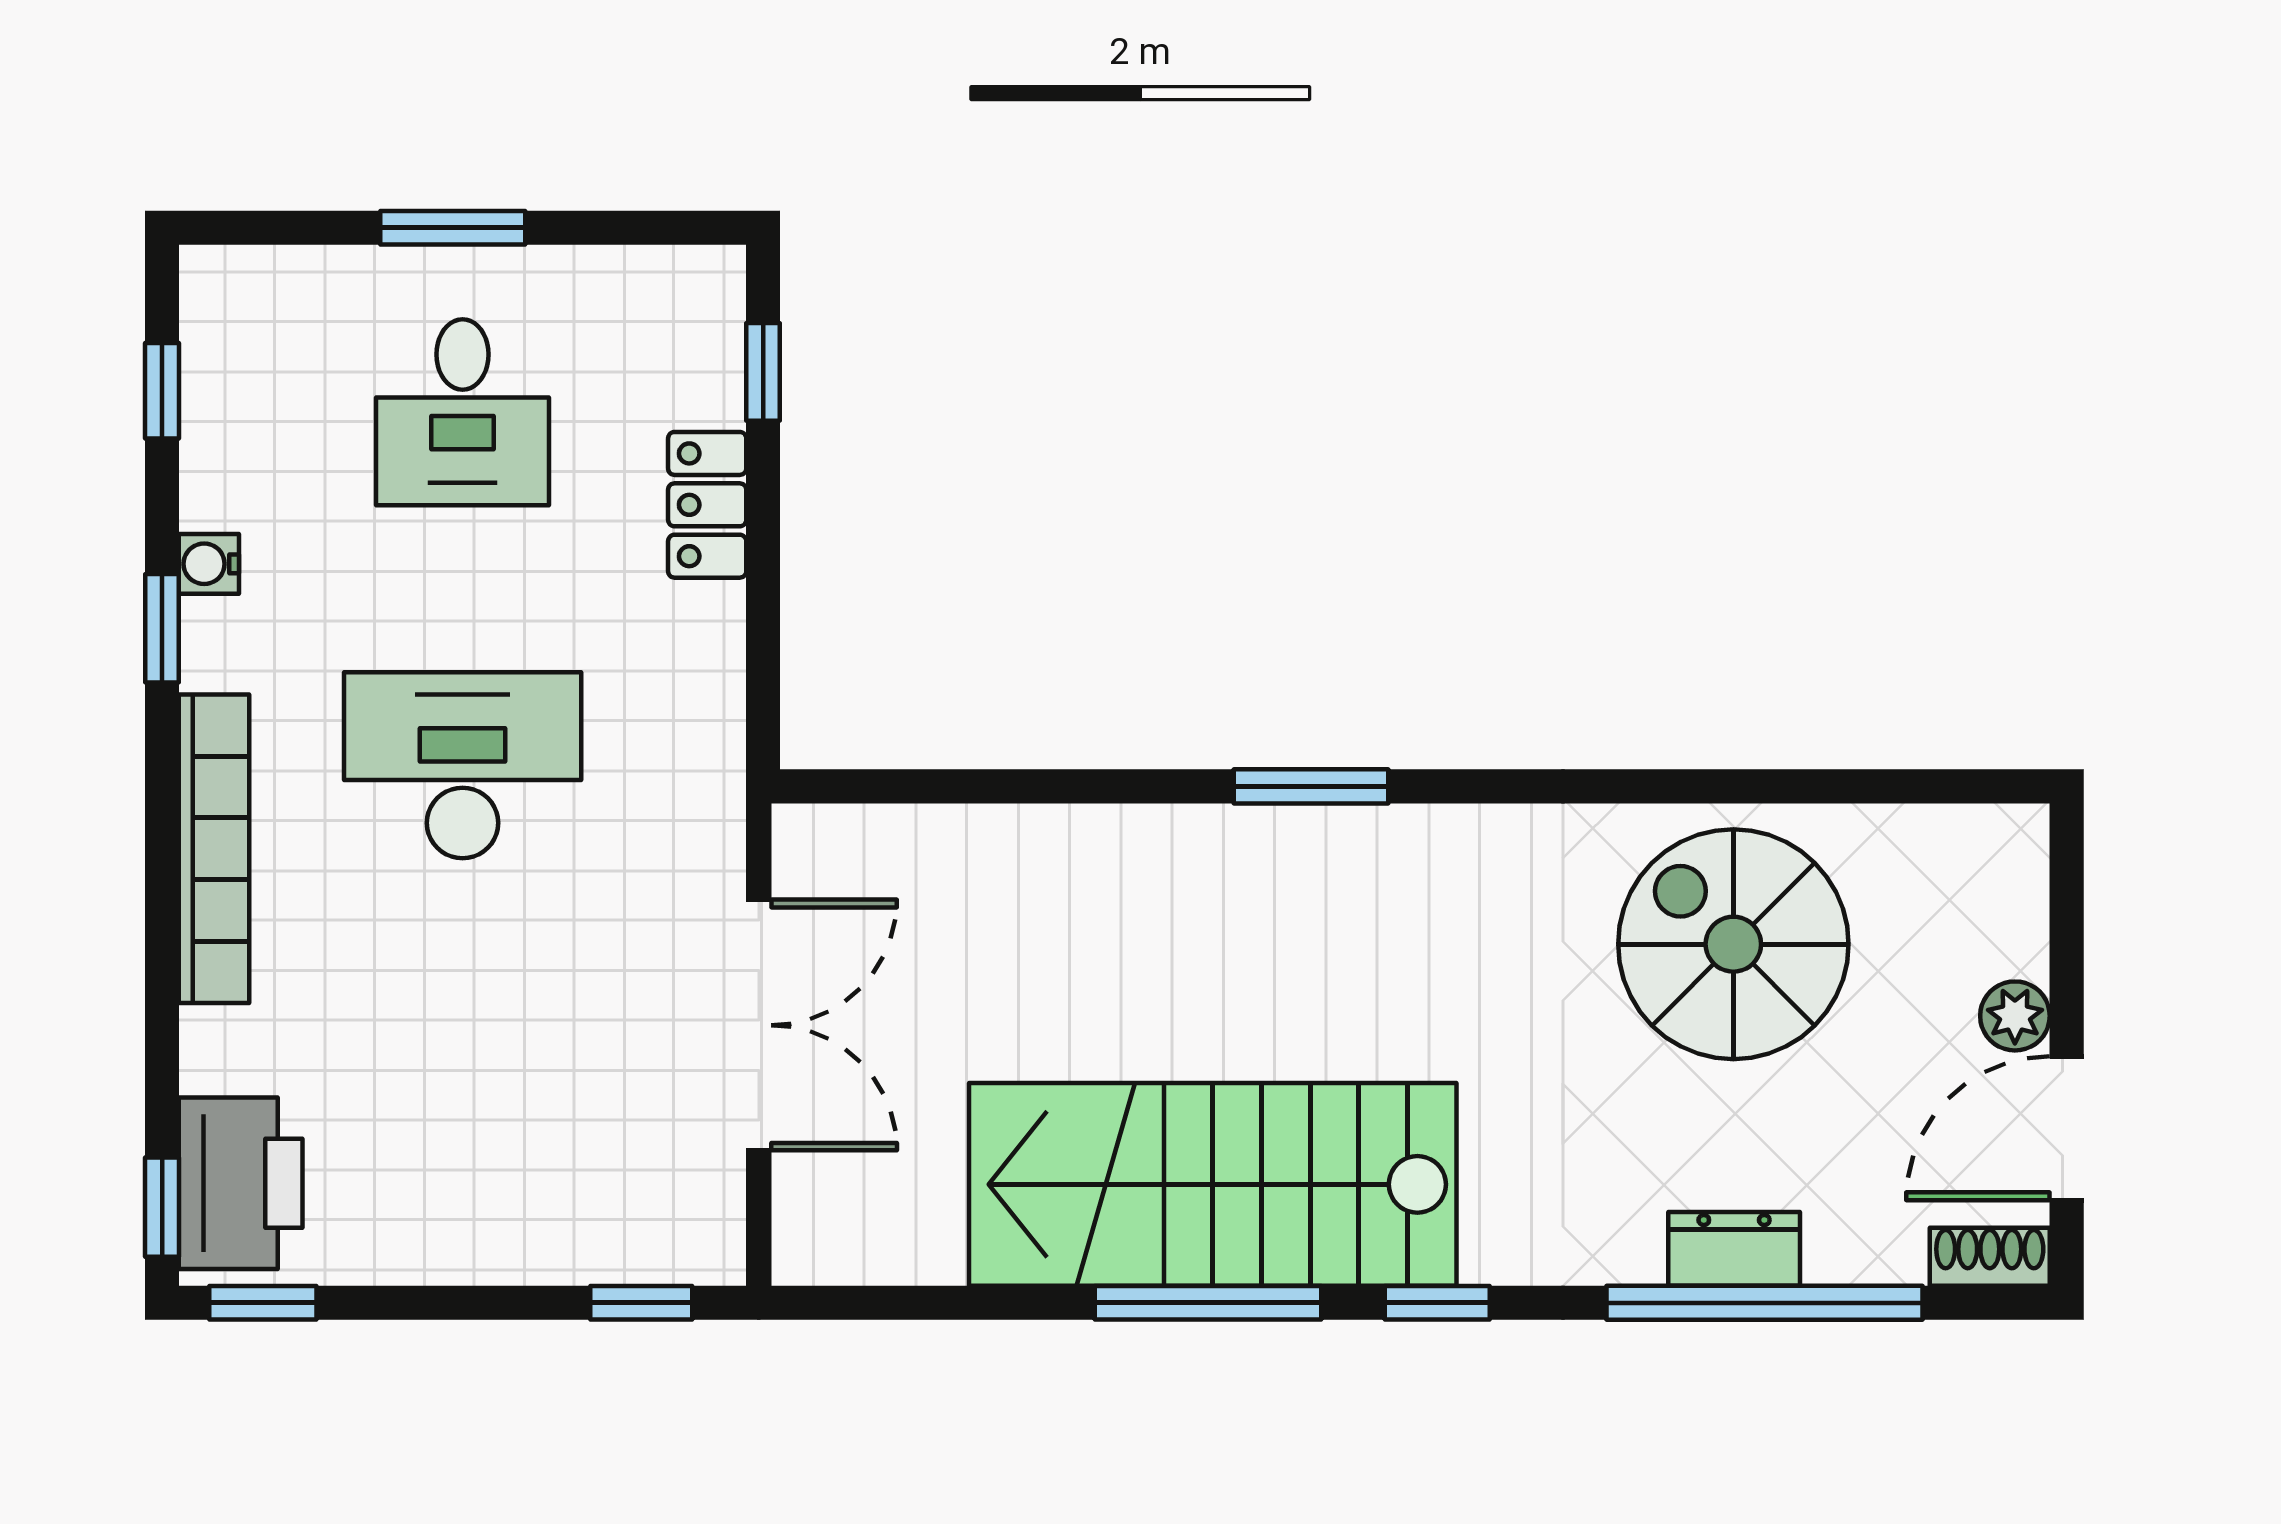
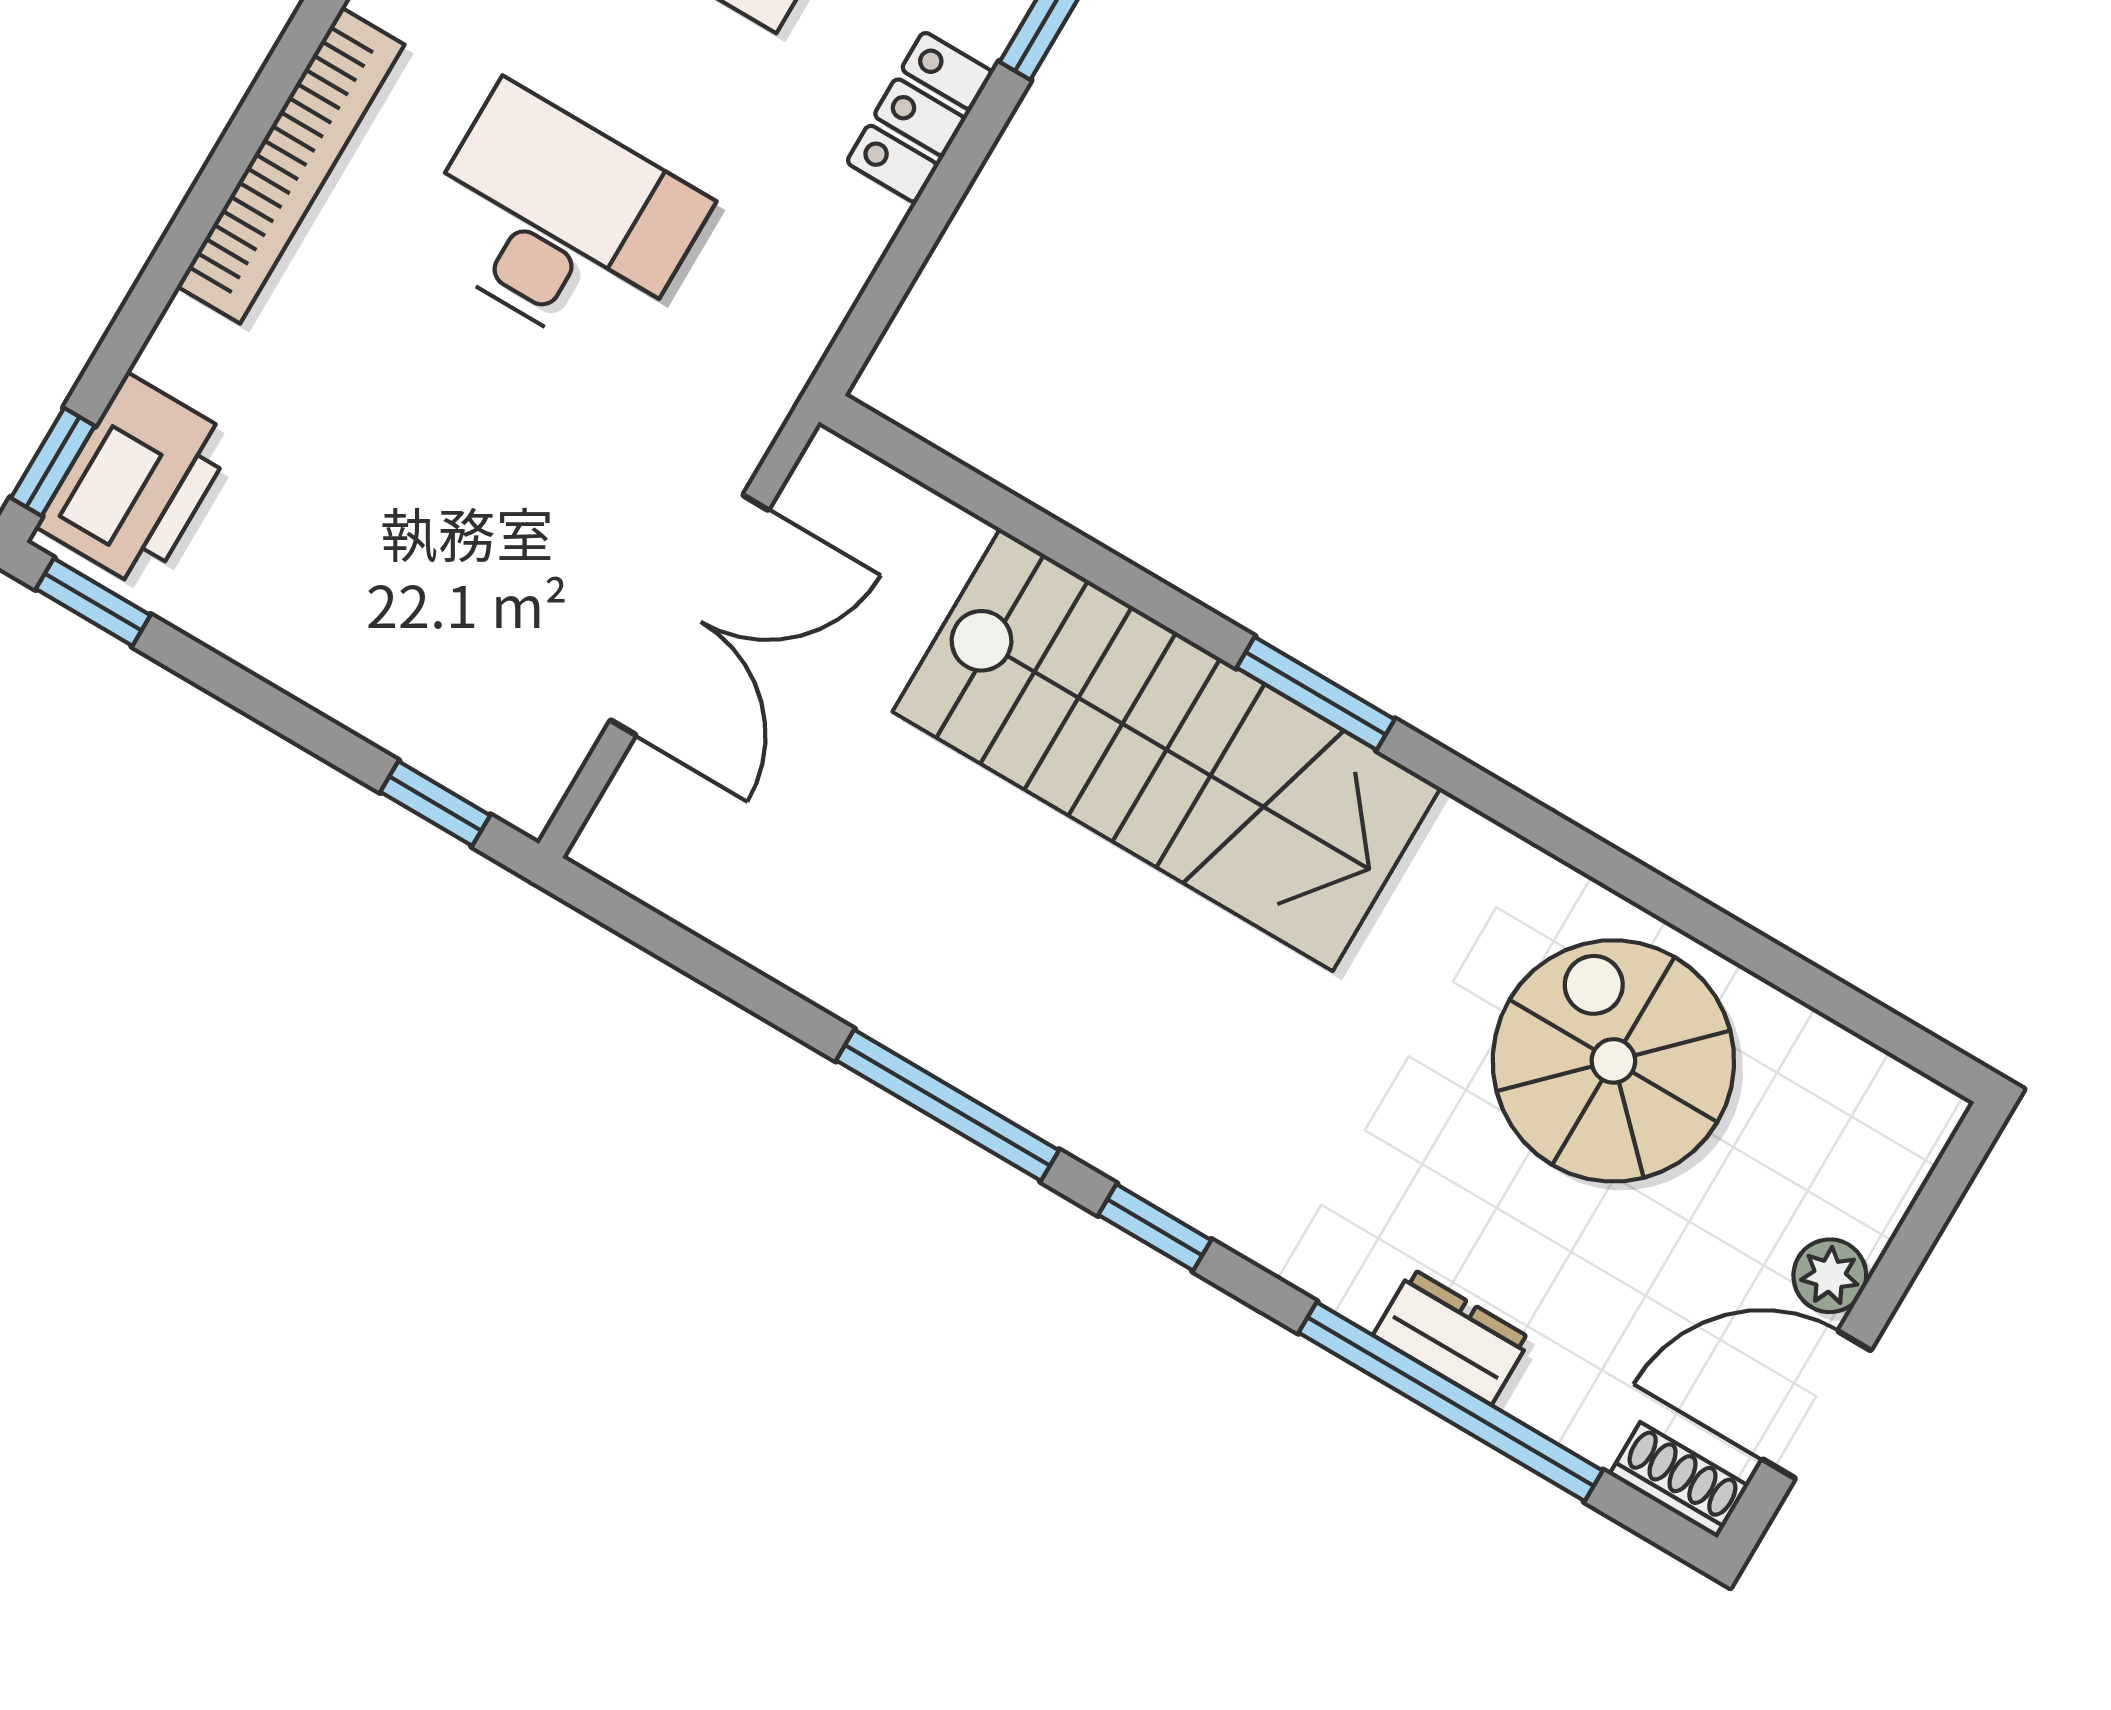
stairs: (1213, 1184) -> (1166, 750), moved, turned 180

